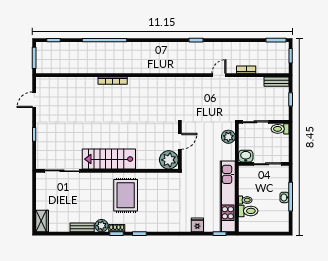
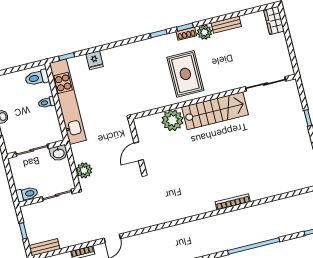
plant: (169, 160) -> (173, 120), moved
toilet: (248, 211) -> (37, 78), moved

